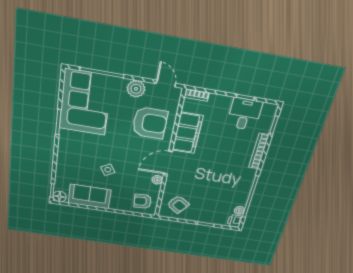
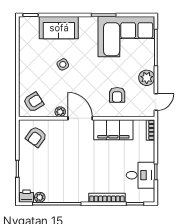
armchair: (150, 123) -> (117, 95), width x0.53, depth x0.53
floor lamp: (60, 196) -> (25, 23), removed
sofa: (90, 197) -> (59, 28), moved, turned 90
armchair: (143, 201) -> (33, 102), turned 62

